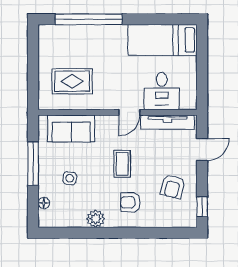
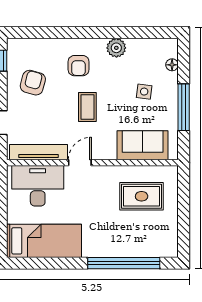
desk: (162, 91) -> (38, 186), width x1.37
armchair: (130, 202) -> (79, 66), turned 90

